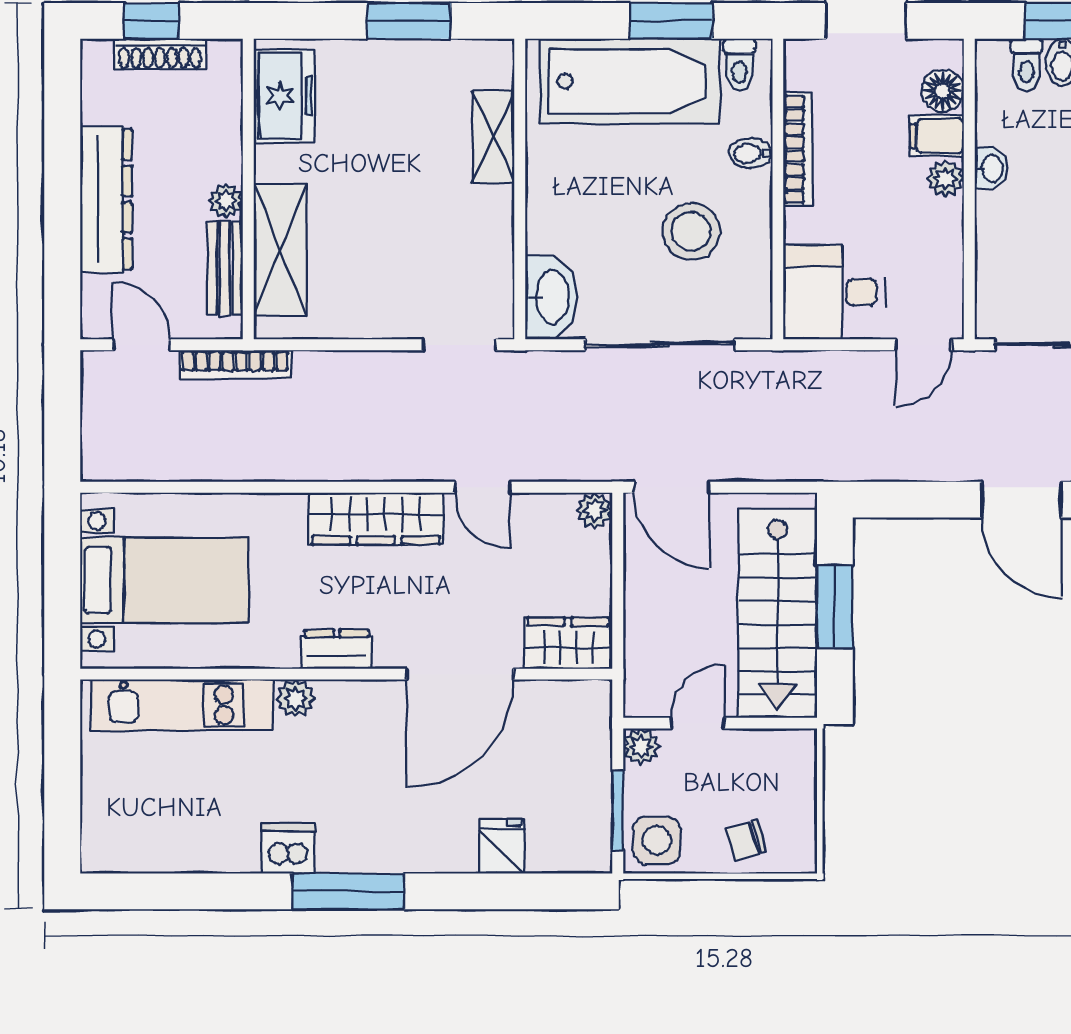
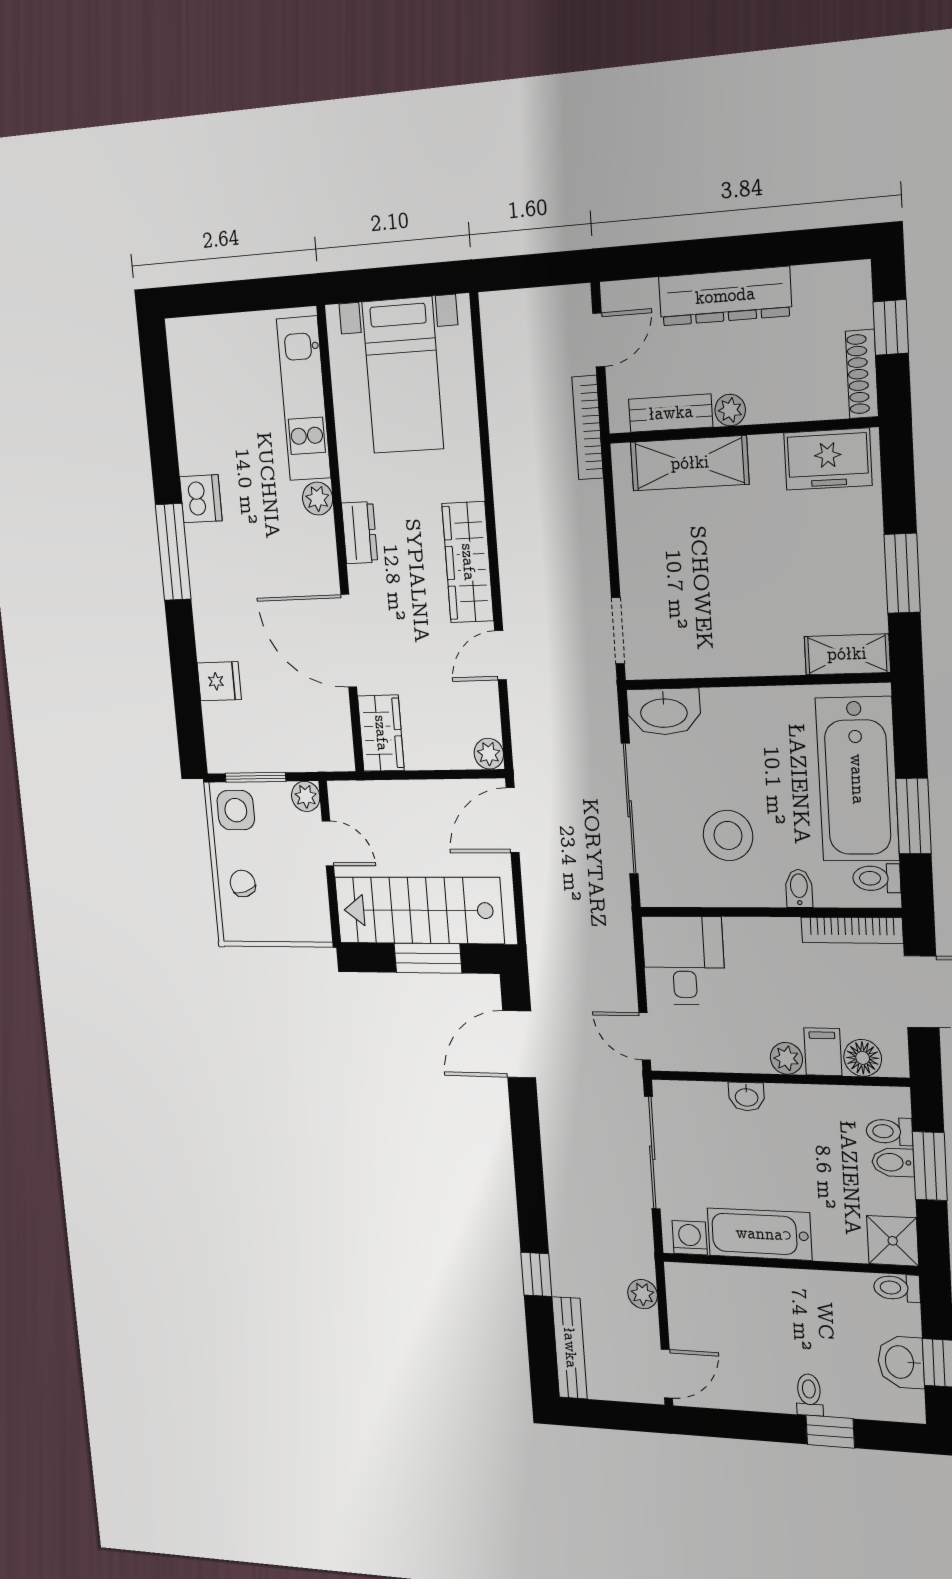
shoe rack: (160, 54) -> (862, 374), moved
shelving: (493, 137) -> (847, 654), moved
bookcase: (798, 149) -> (852, 930), moved
washbasin: (991, 168) -> (747, 1097), moved
door: (1021, 500) -> (519, 1044), moved

